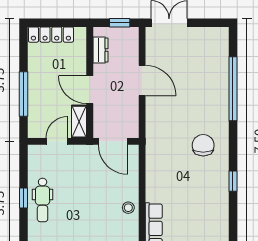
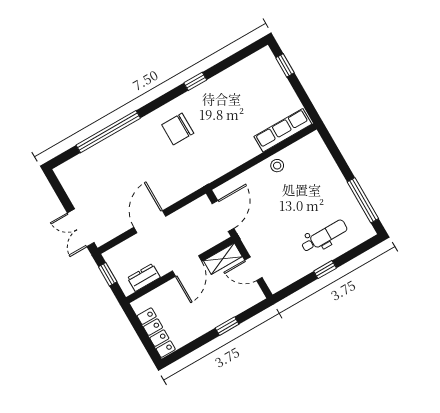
window: (23, 94) -> (227, 326), width x0.46
dental chair: (43, 200) -> (324, 236), moved

